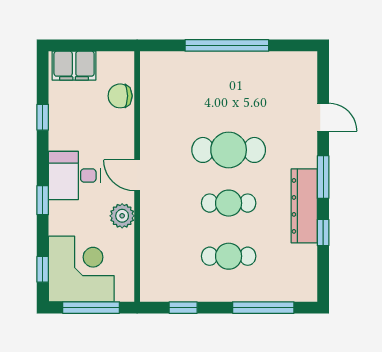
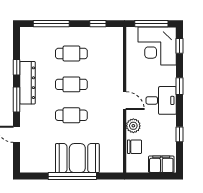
booth: (218, 76) -> (77, 158), added
cafe table: (229, 150) -> (71, 115), width x0.73, depth x0.74
plant: (122, 216) -> (133, 126), moved

